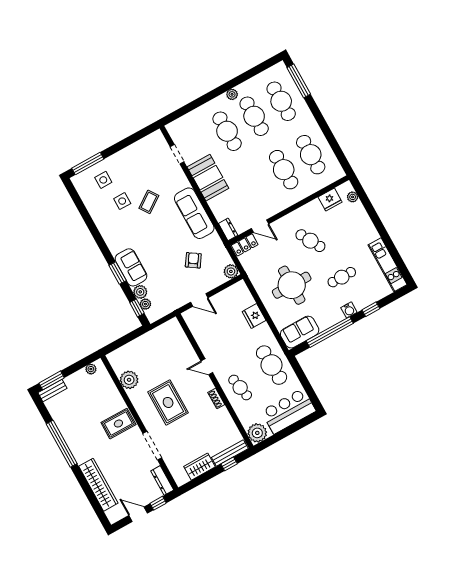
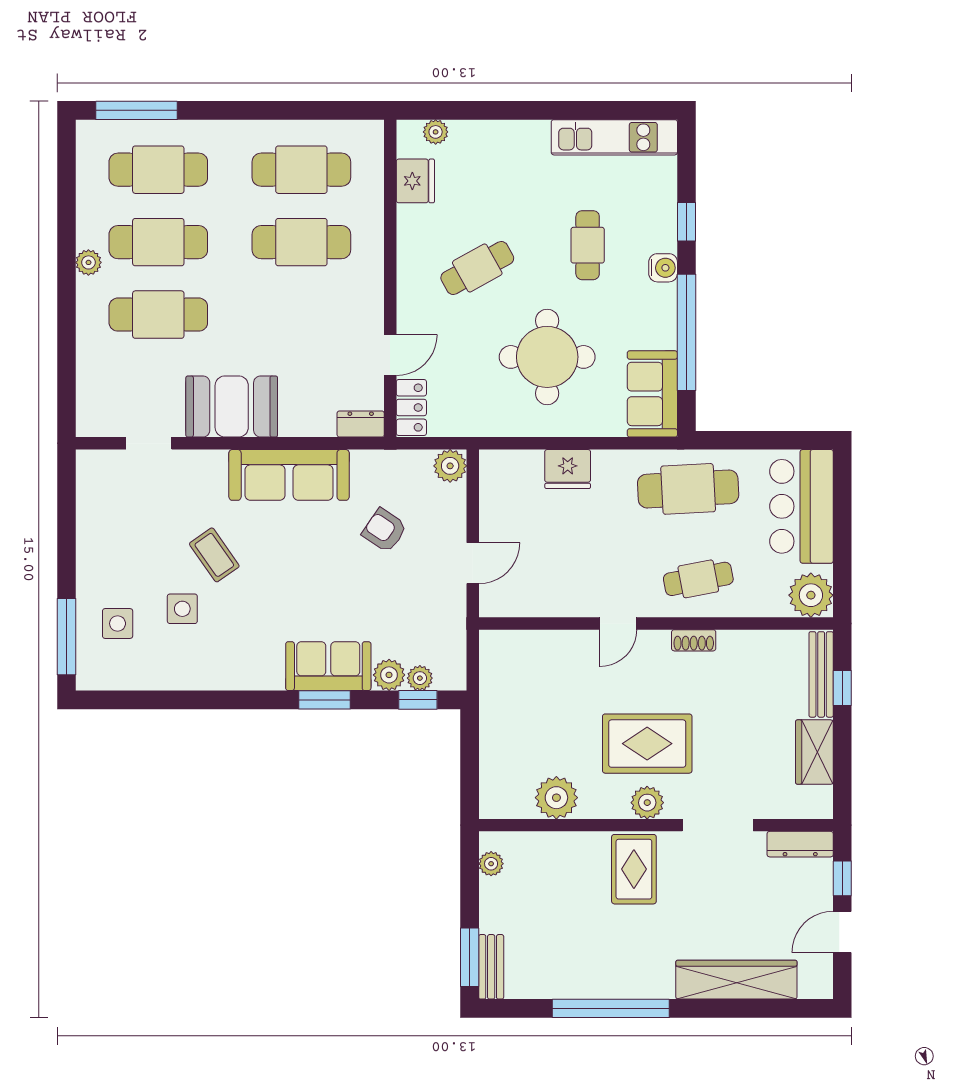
plant: (146, 415) -> (647, 803), added

